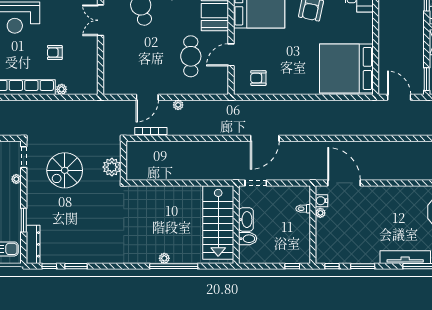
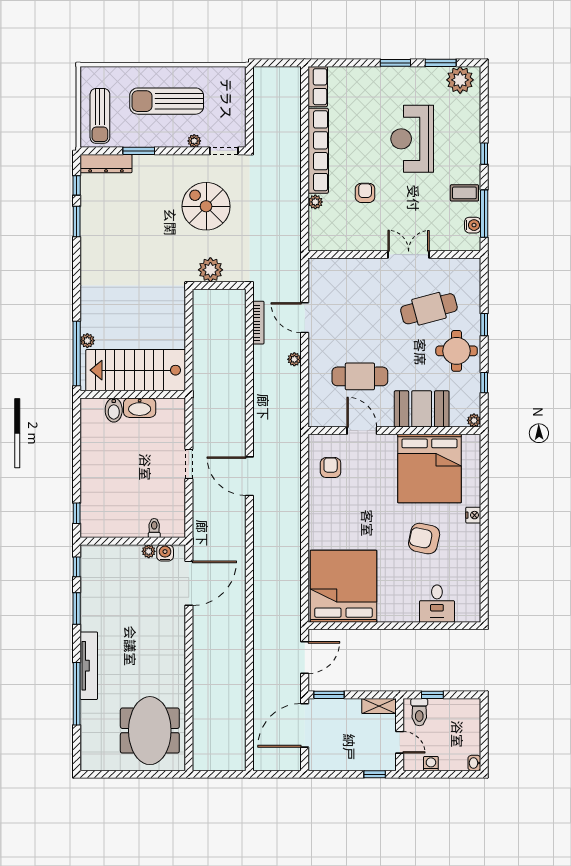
washbasin: (246, 220) -> (140, 408), moved
stairs: (218, 222) -> (136, 370), moved
wall: (236, 225) -> (133, 394), moved
bidet: (248, 239) -> (114, 410), moved

